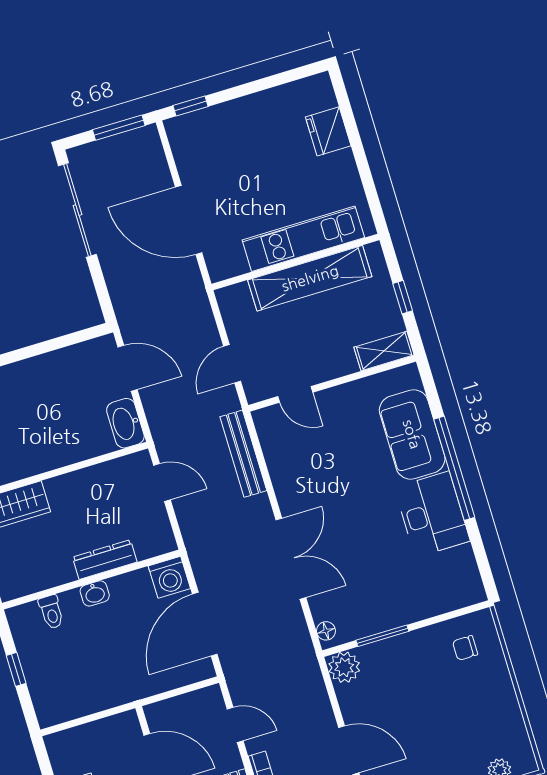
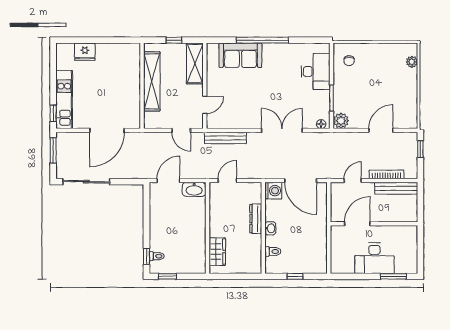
kitchen unit: (303, 239) -> (64, 100), moved, turned 180
shelving: (384, 351) -> (195, 63), width x1.50, depth x1.33
desk: (432, 514) -> (316, 71), moved, turned 90

